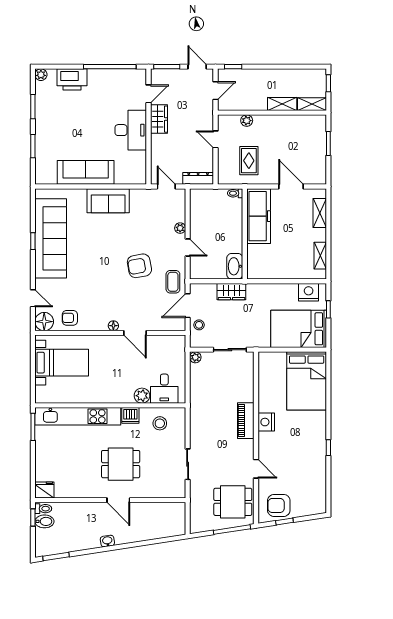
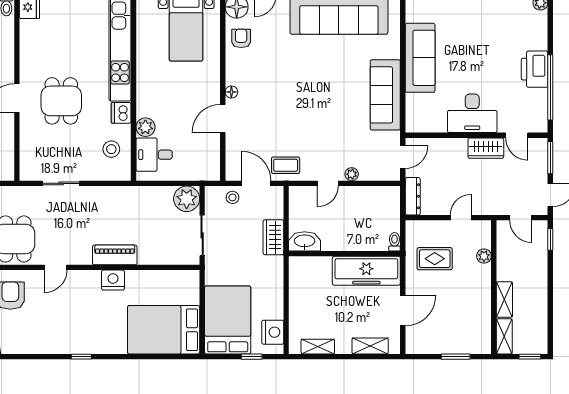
printer: (72, 79) -> (535, 69), moved
sofa: (108, 201) -> (385, 95), width x1.36
armchair: (139, 266) -> (305, 124), removed
plant: (195, 357) -> (187, 199), width x1.87, depth x1.87

